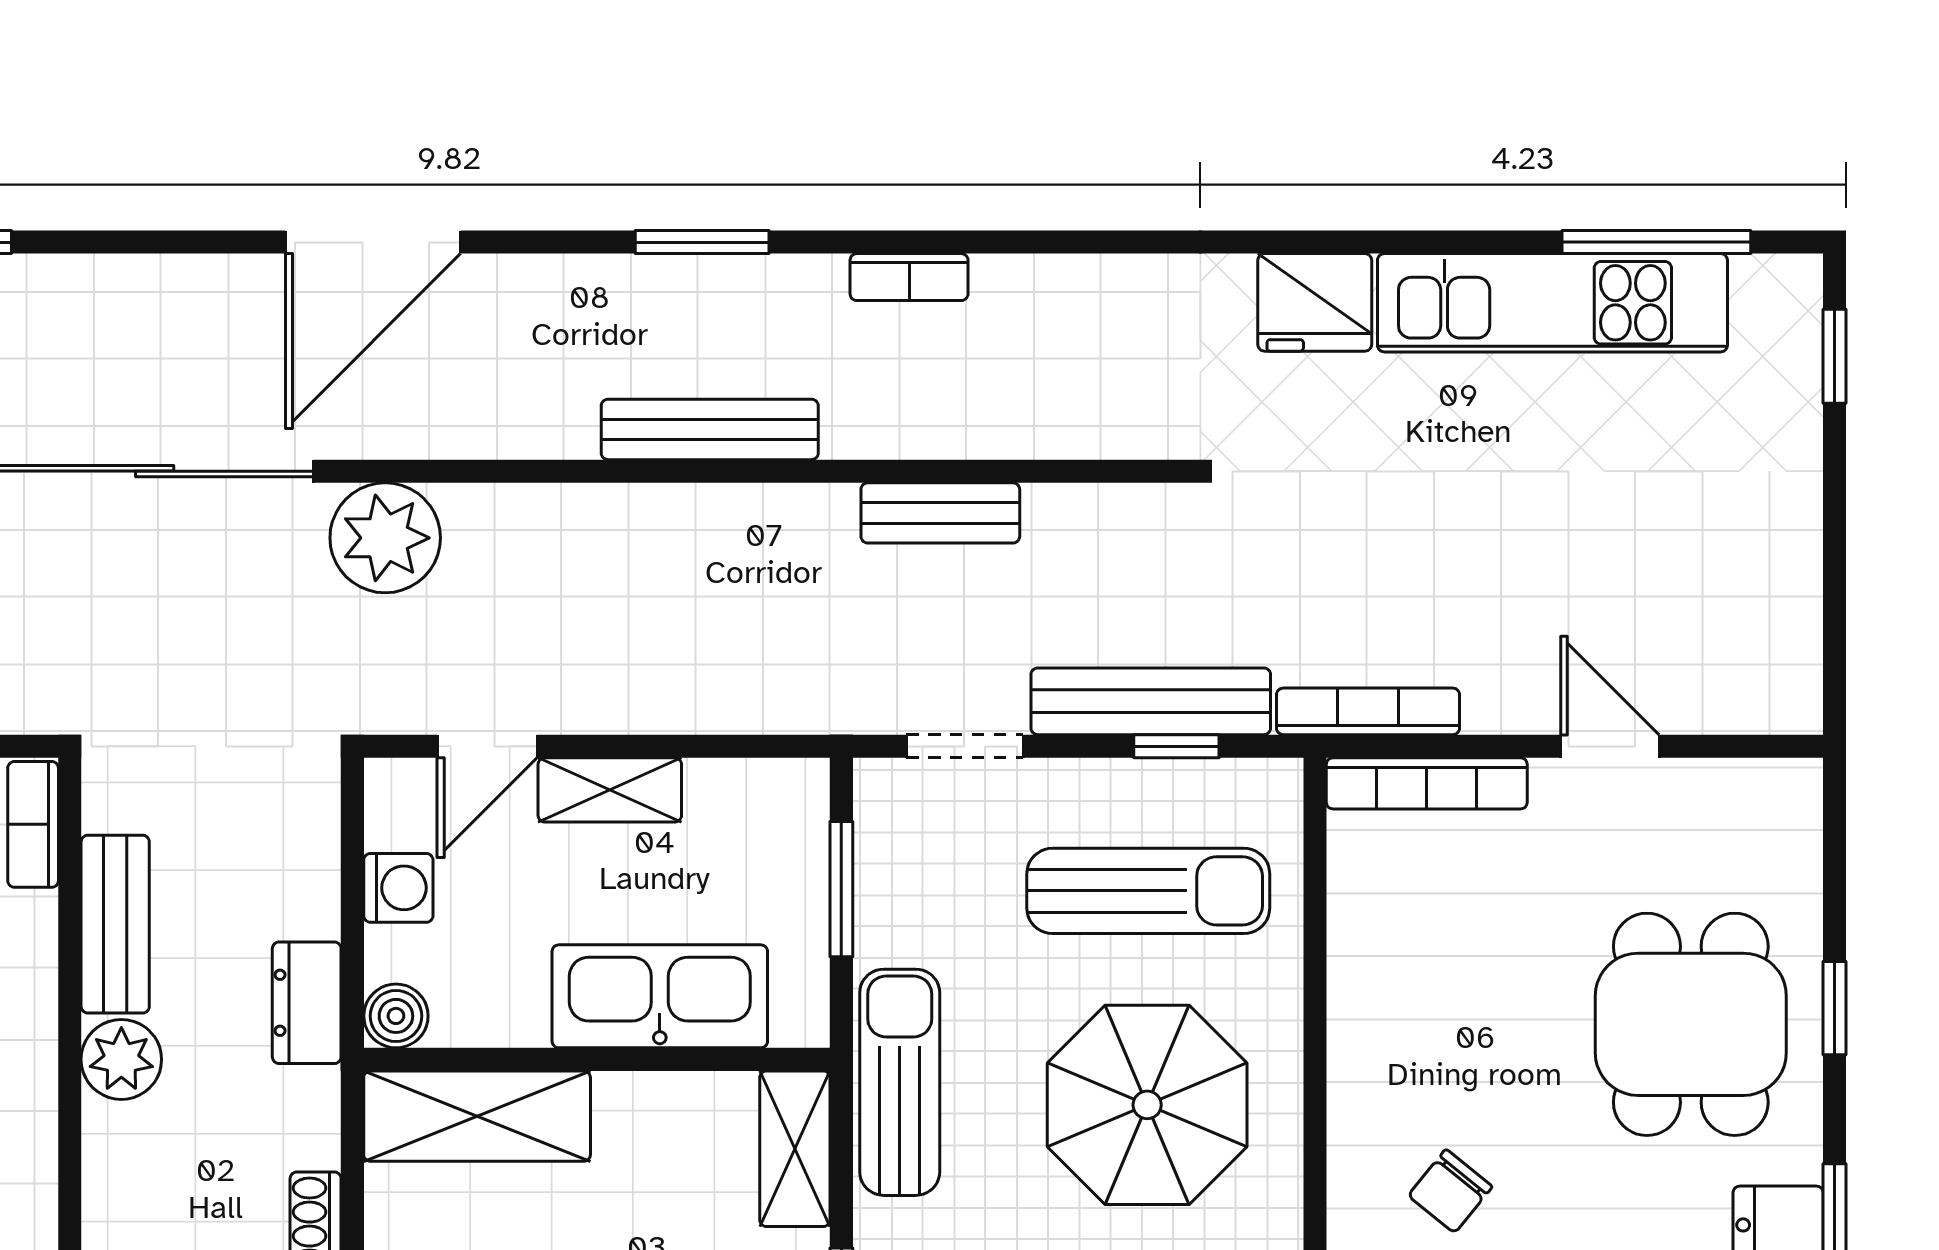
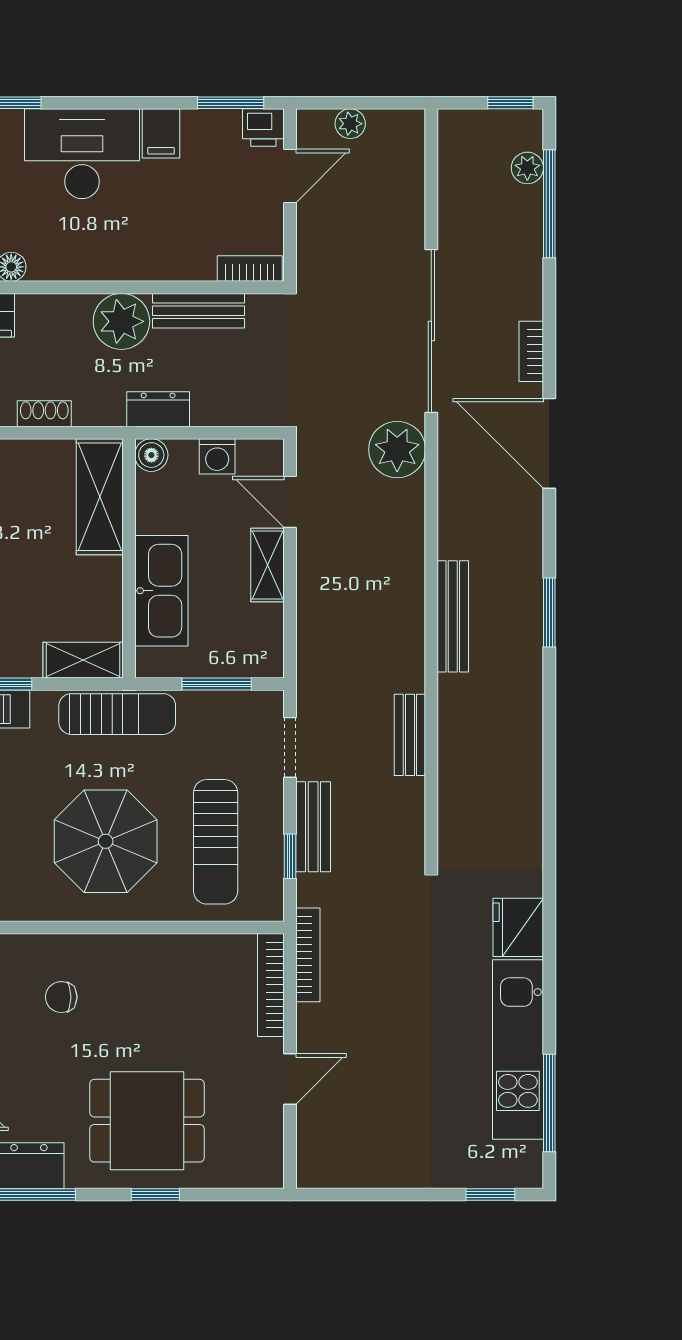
bookcase: (909, 277) -> (531, 351), moved
bench: (1151, 701) -> (313, 827), width x0.73
plant: (121, 1059) -> (121, 321), width x1.36, depth x1.36
chair: (1450, 1191) -> (61, 997), turned -39

